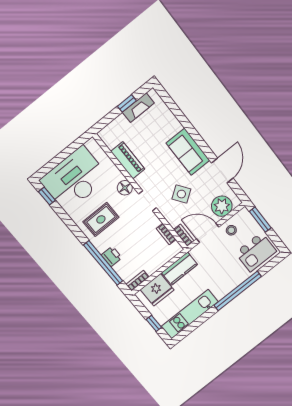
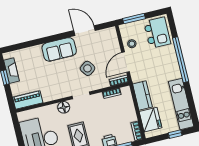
piano: (128, 160) -> (28, 100), moved
plant: (222, 206) -> (110, 43), removed

